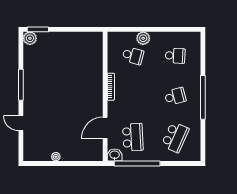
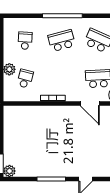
school desk: (175, 96) -> (62, 41), width x1.85

